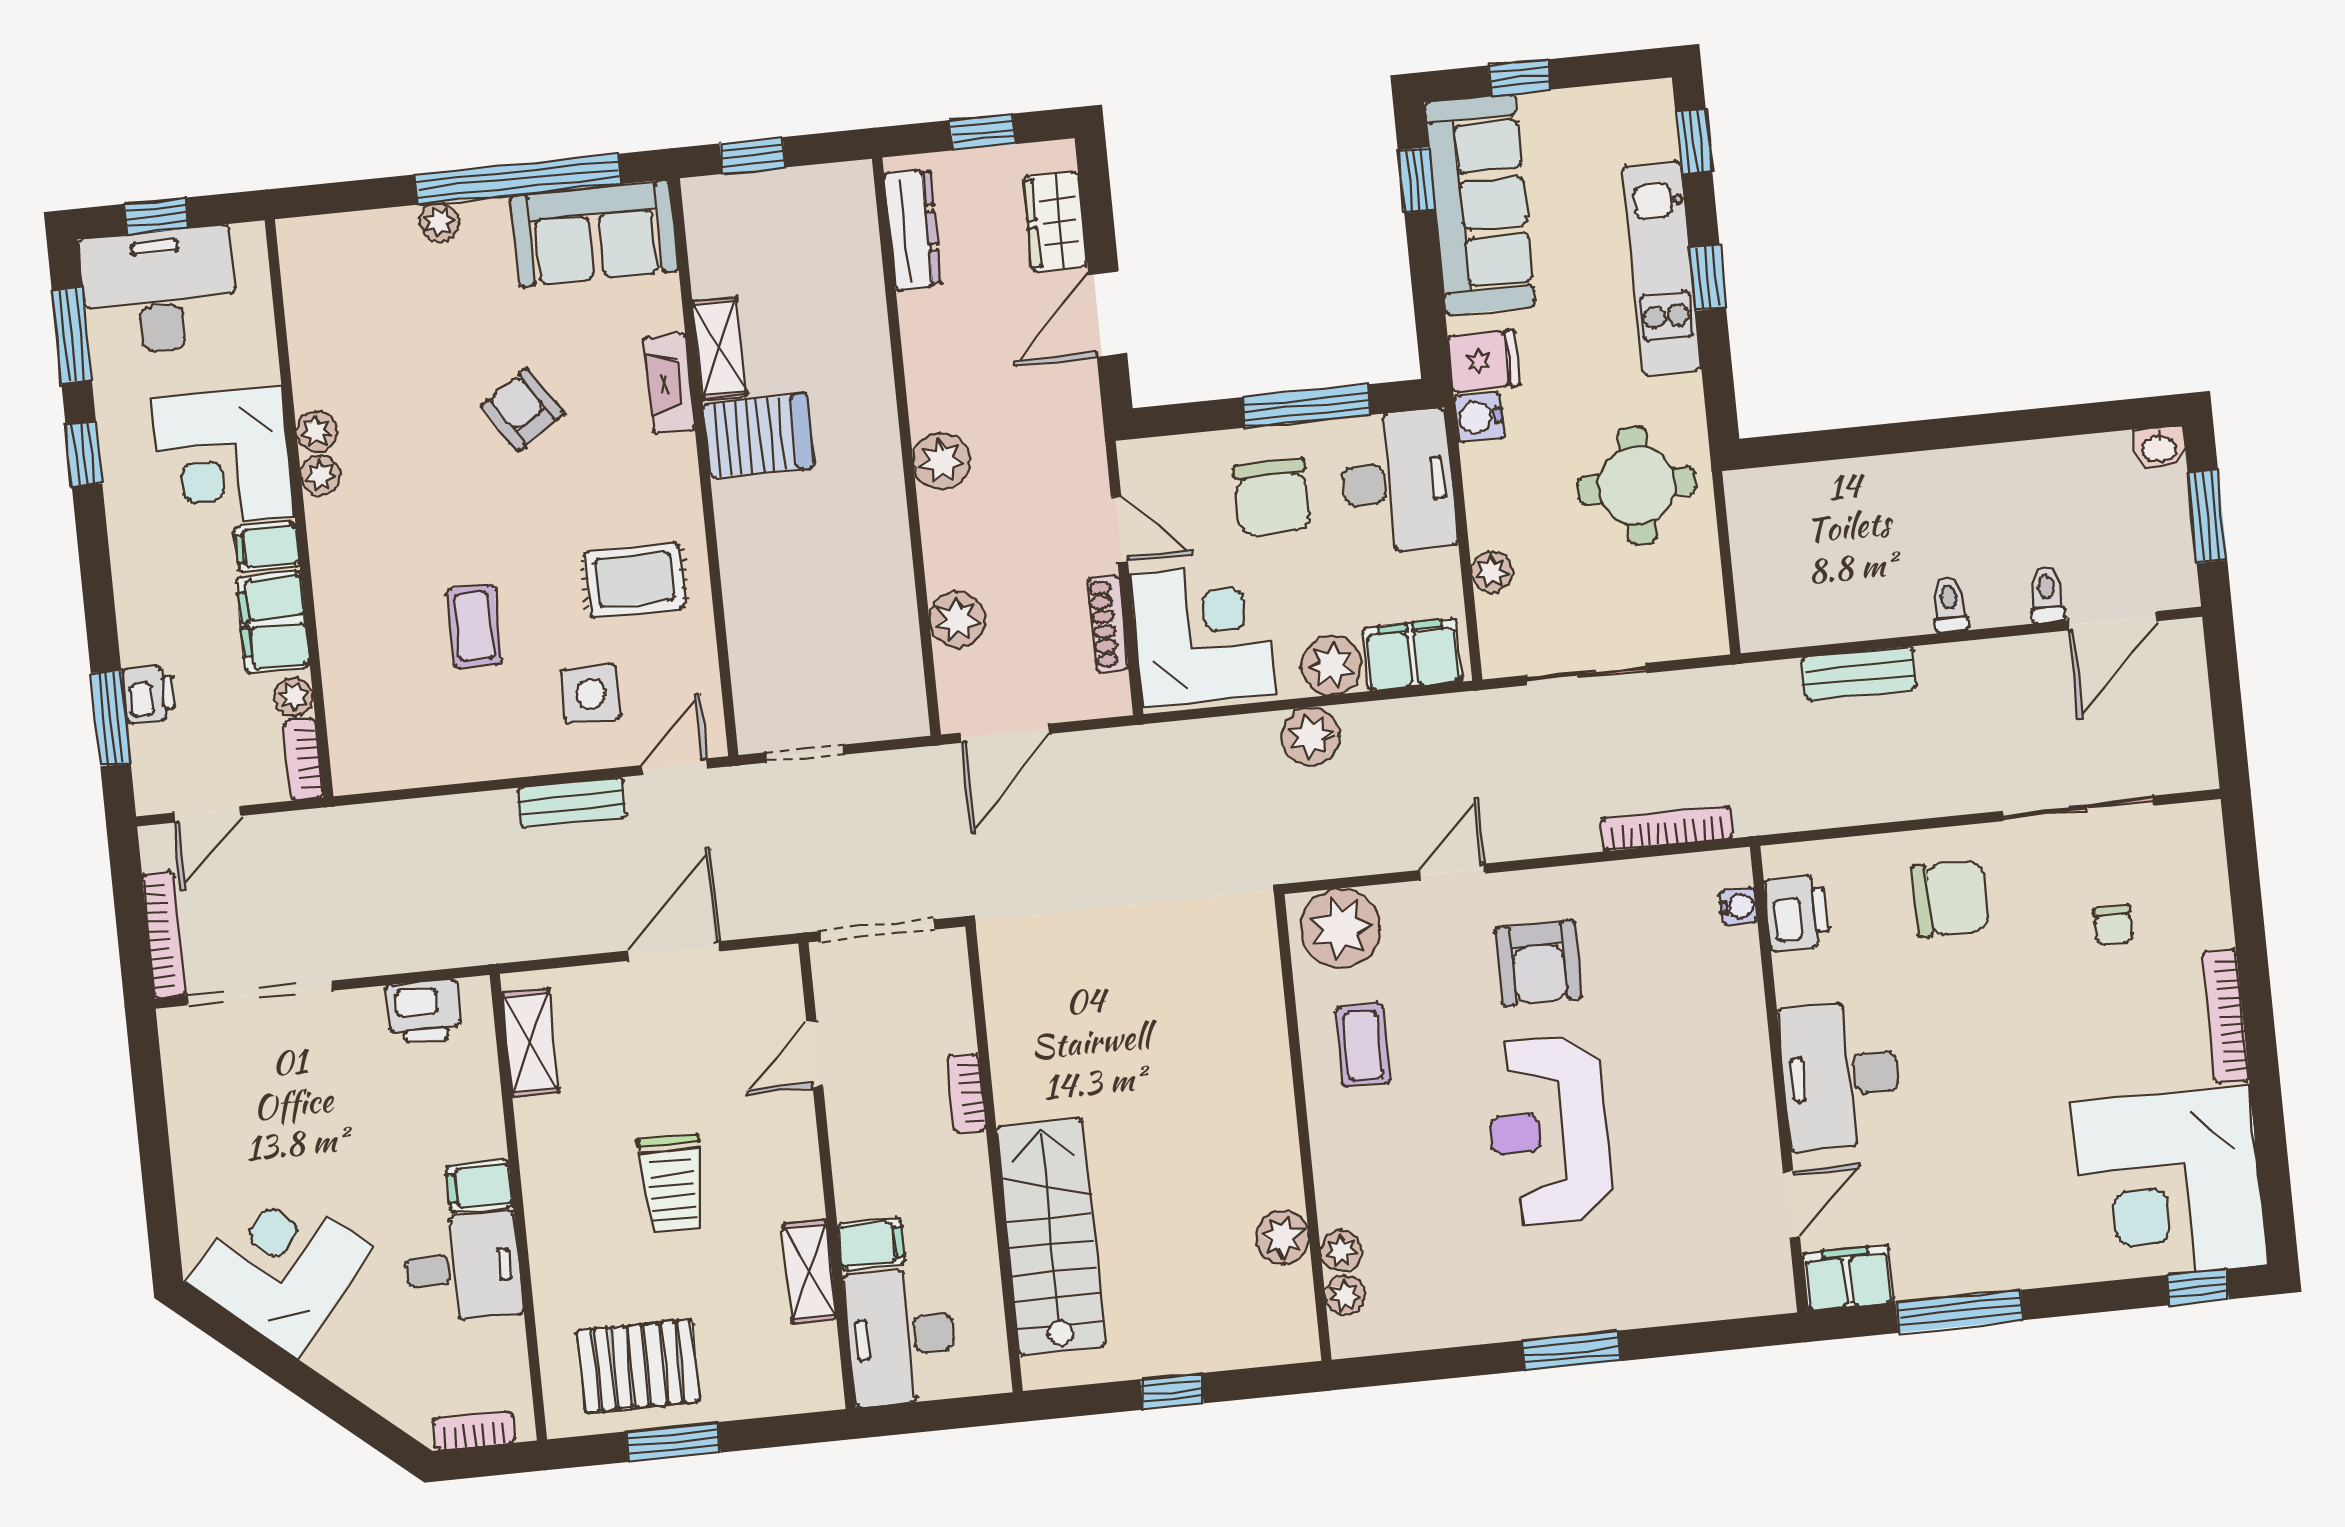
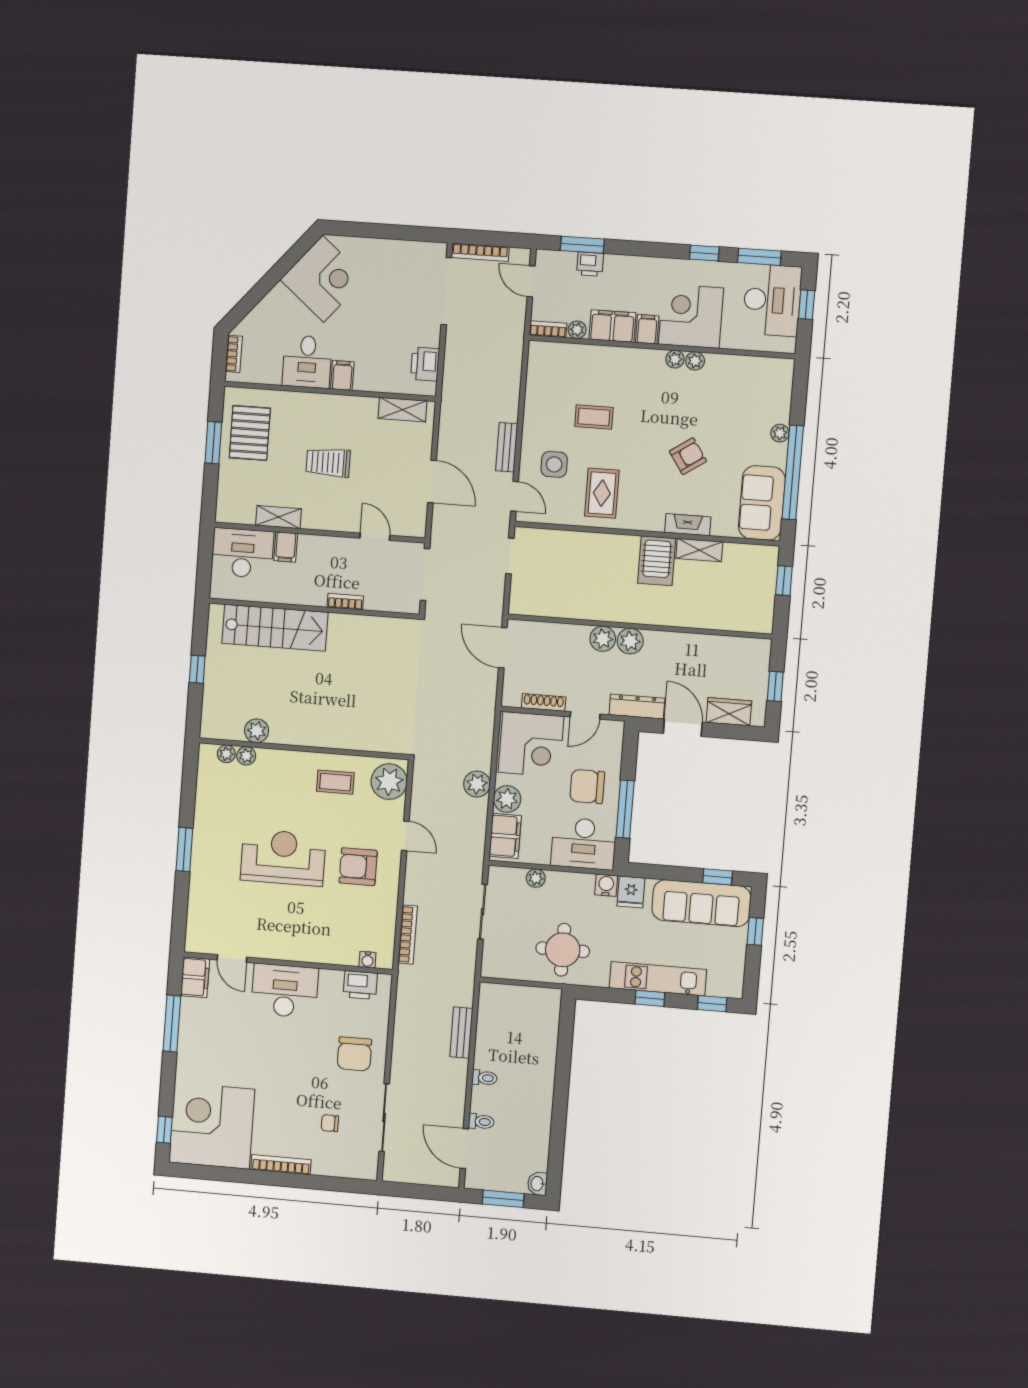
dresser: (913, 230) -> (637, 707), moved, turned 180
plant: (957, 620) -> (603, 639), moved

